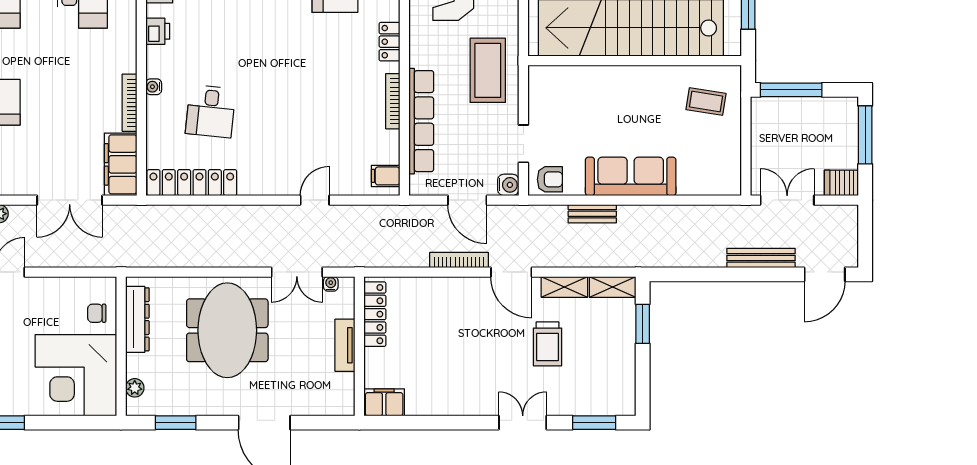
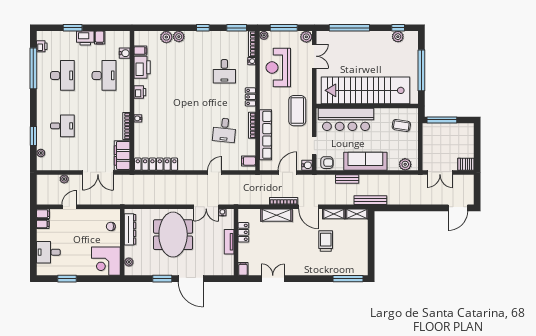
bar counter: (590, 89) -> (346, 119), added
desk: (211, 111) -> (224, 130), moved
window: (865, 135) -> (477, 141), removed
plant: (714, 183) -> (405, 164), added
door: (467, 200) -> (287, 172), swing flipped
double door: (787, 200) -> (440, 172), swing flipped
bench: (761, 258) -> (370, 200), moved
shelving: (444, 290) -> (277, 215), added
locker: (375, 314) -> (243, 232), width x0.66
window: (643, 324) -> (371, 232), removed
trolley: (547, 344) -> (326, 241), turned 180
corner desk: (76, 375) -> (106, 261), width x0.74, depth x0.74
filing cabinet: (384, 402) -> (243, 269), width x0.50
window: (176, 423) -> (162, 279), moved
double door: (523, 423) -> (273, 279), moved
window: (594, 423) -> (348, 279), width x1.44

